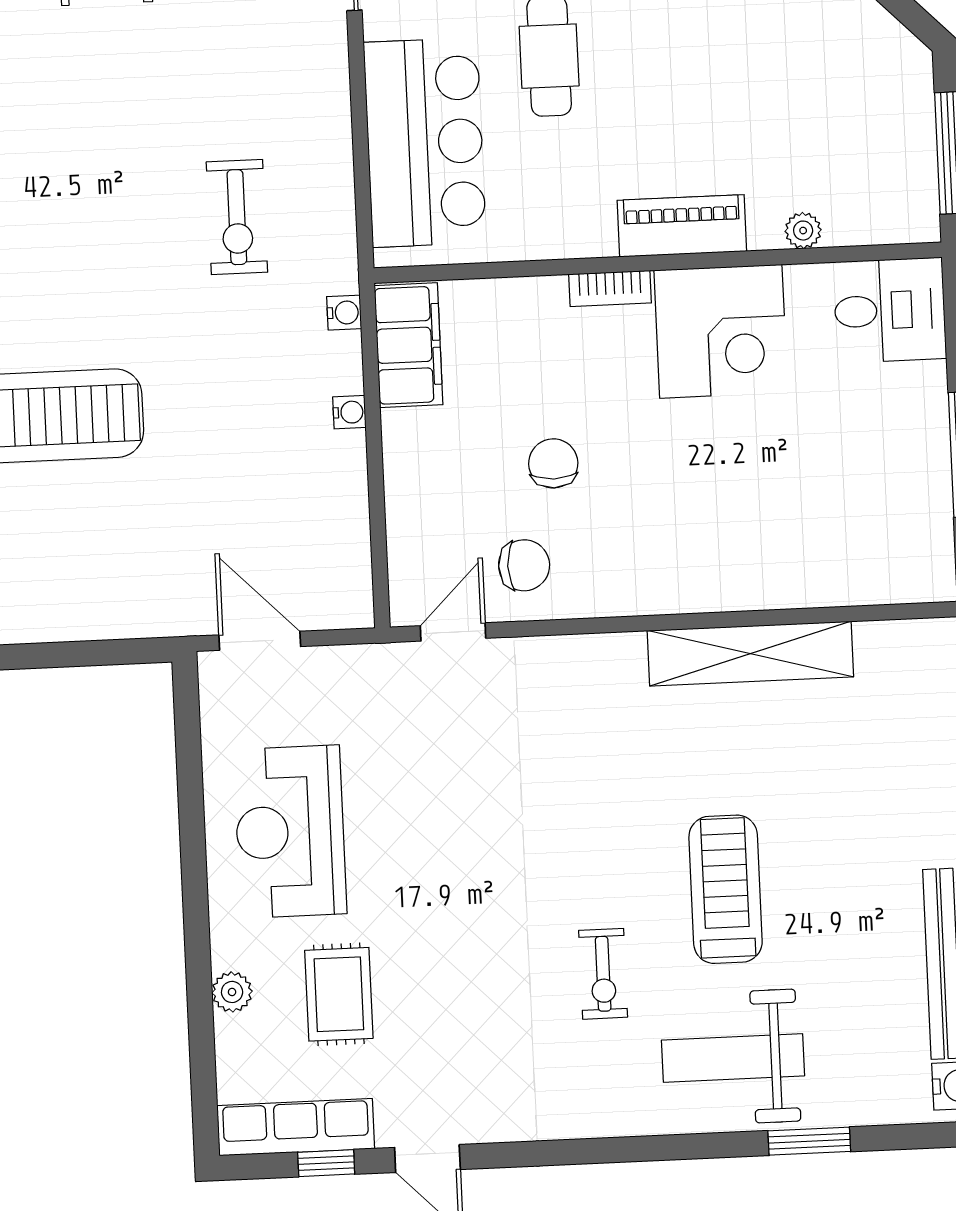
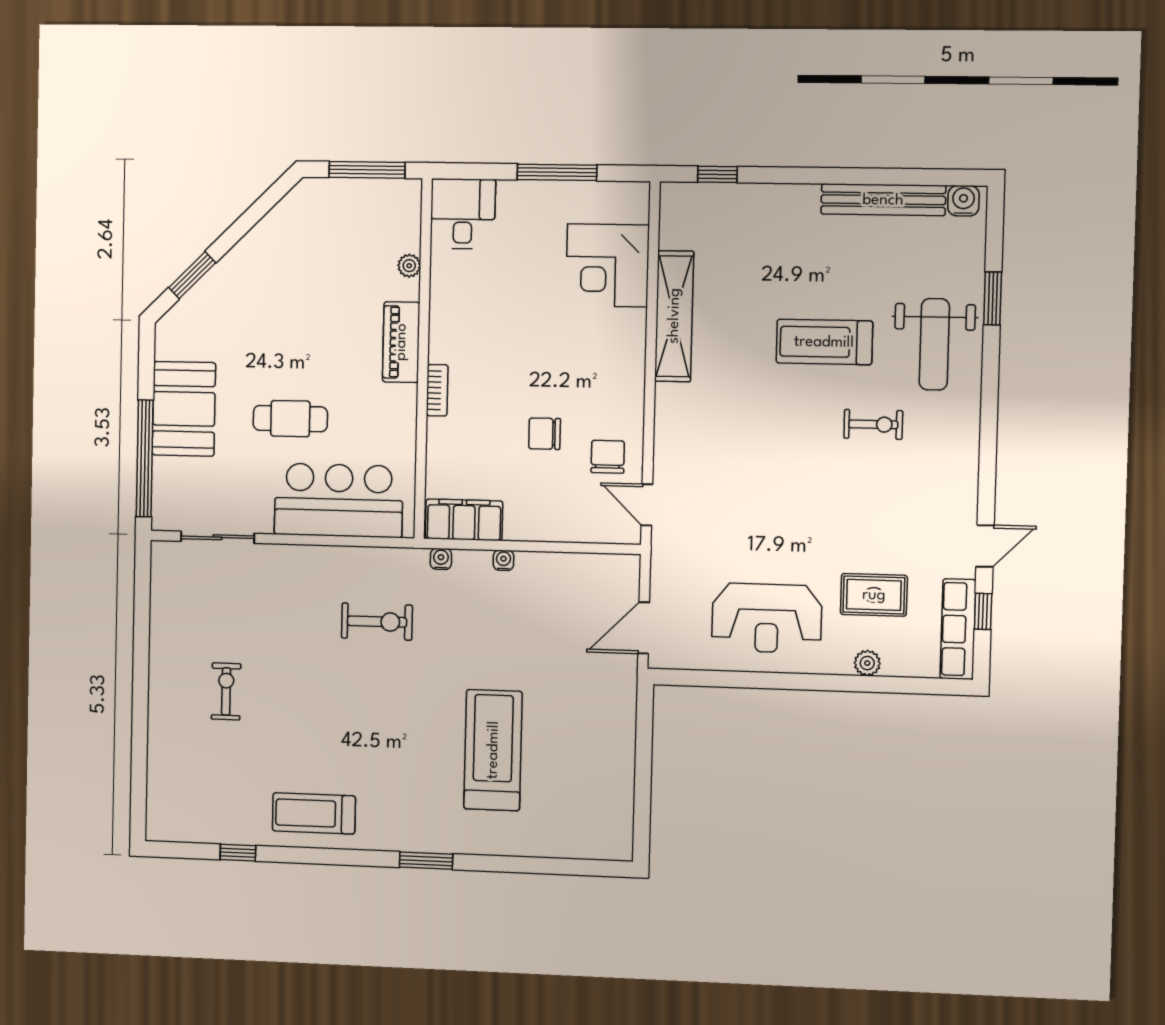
corner desk: (721, 331) -> (607, 265), moved, turned 180

